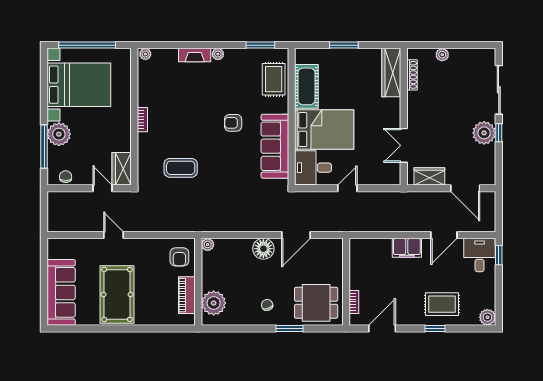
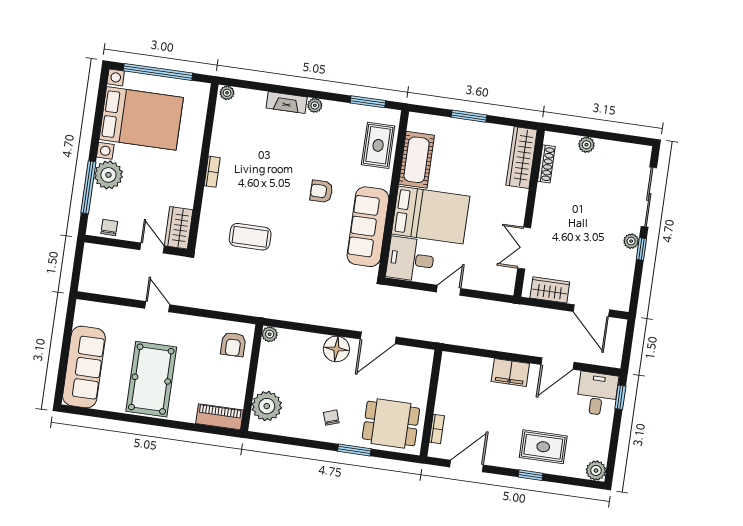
plant: (484, 133) -> (631, 241), width x0.53, depth x0.53
piano: (187, 295) -> (219, 417), moved, turned 90

